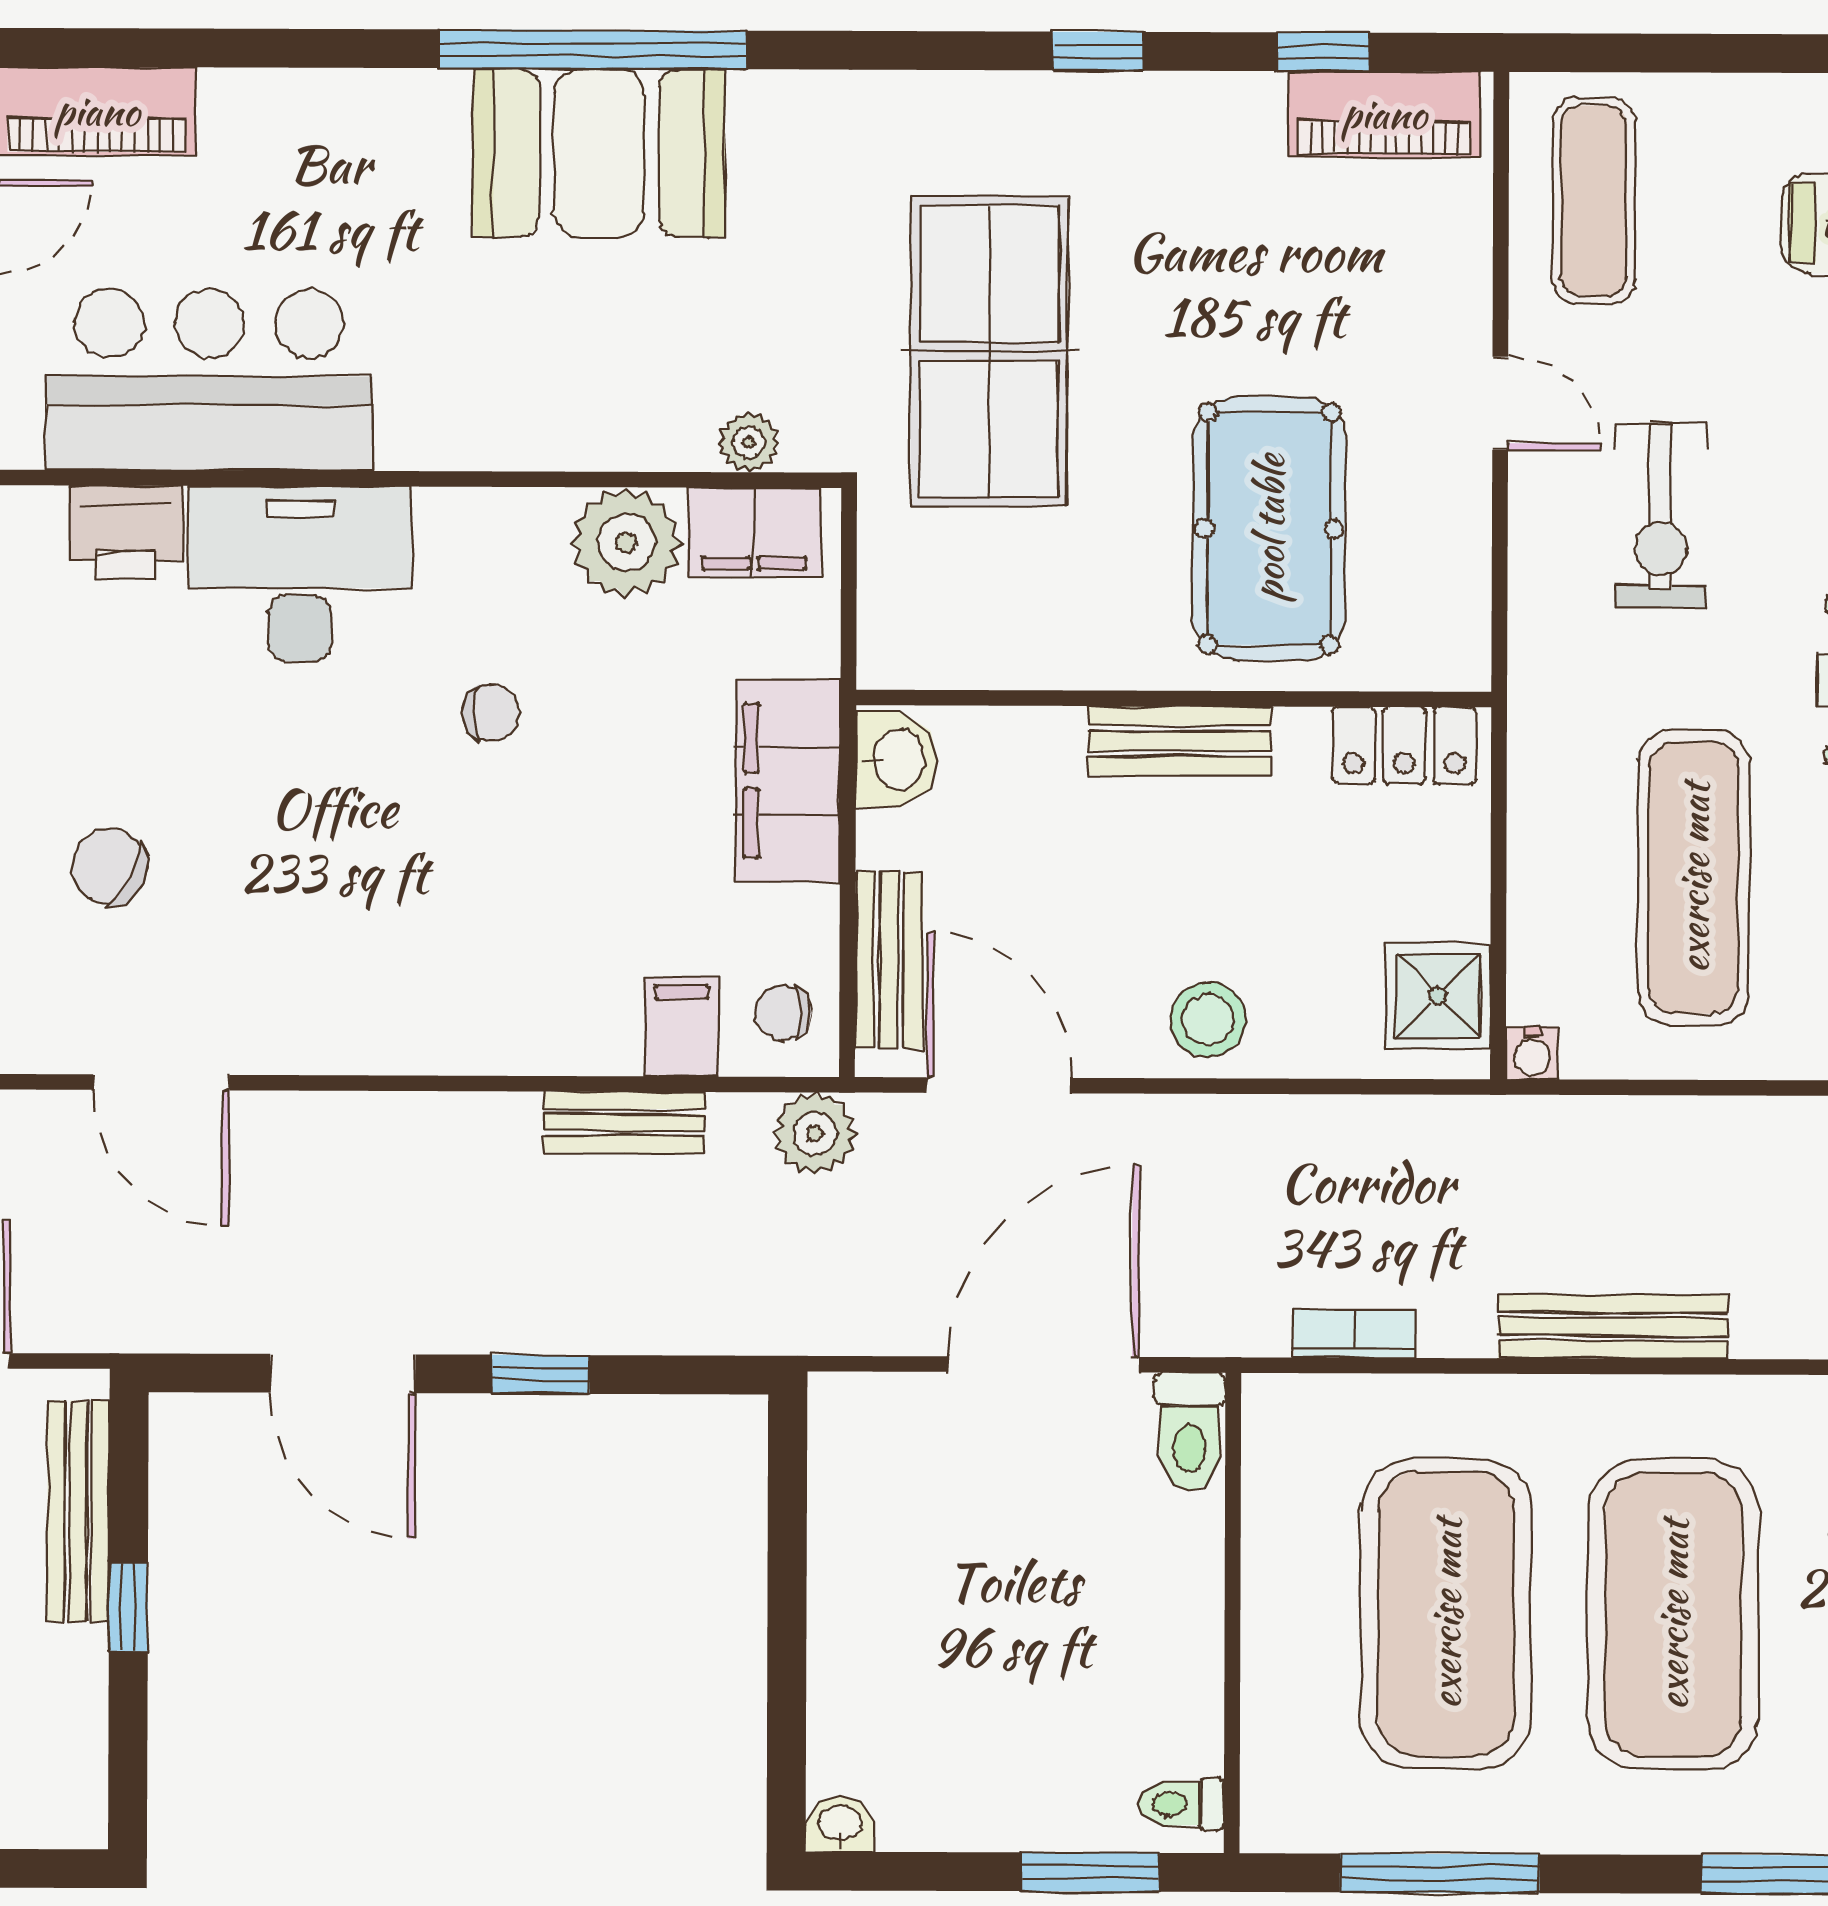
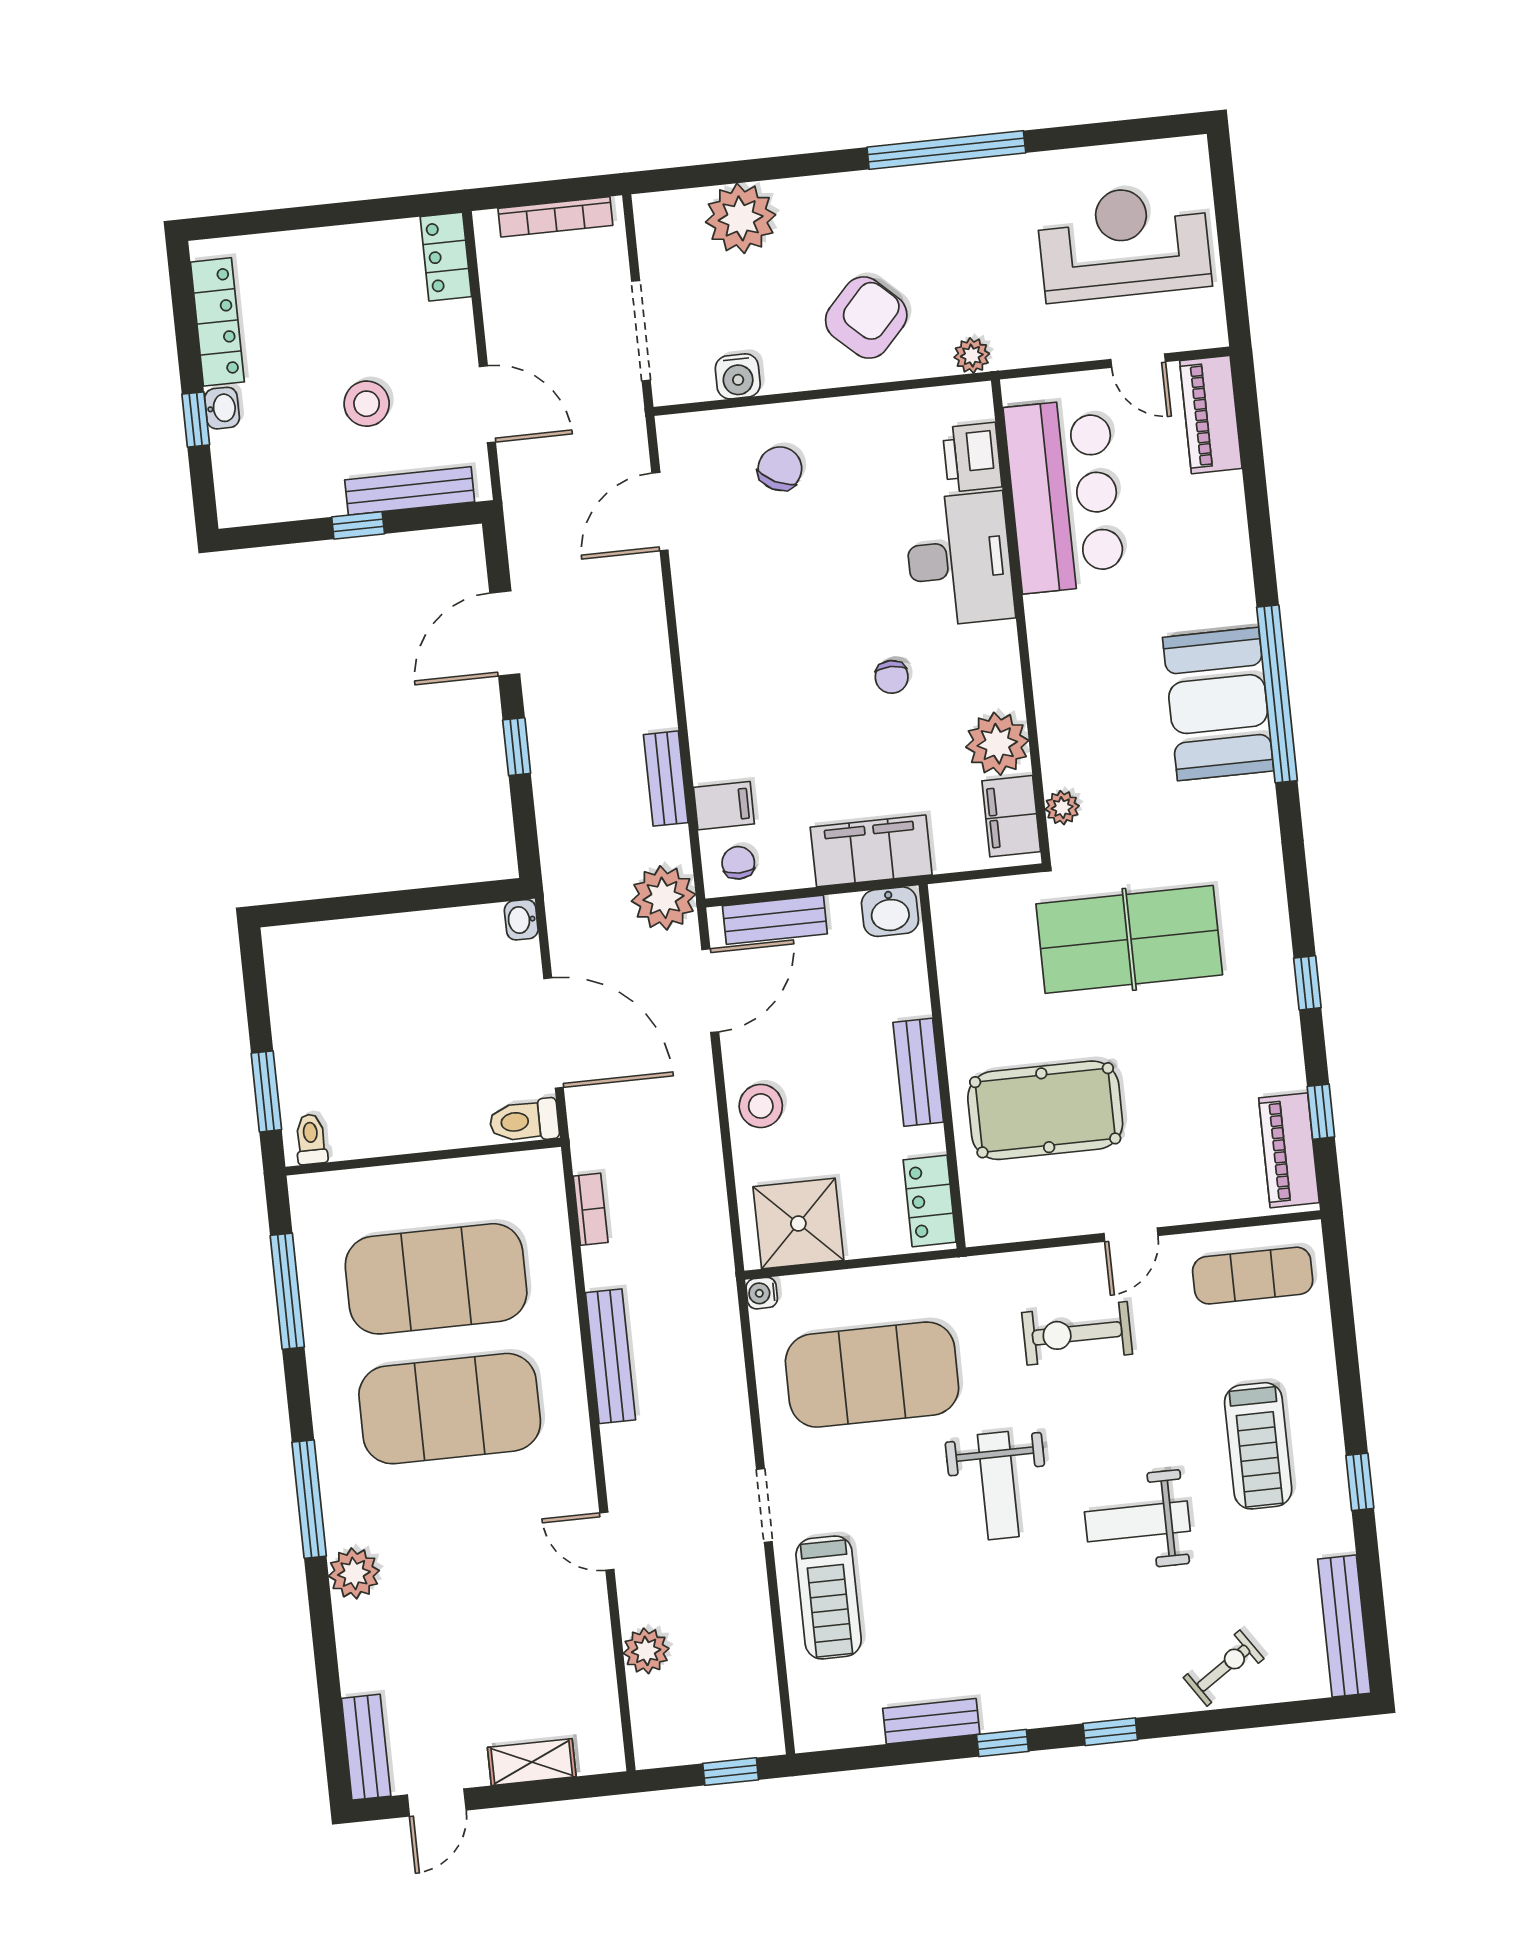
exercise mat: (1694, 878) -> (872, 1375), width x1.47
shower: (1438, 996) -> (798, 1223), width x1.36, depth x1.36
plant: (815, 1134) -> (664, 898), width x1.36, depth x1.36
washbasin: (840, 1824) -> (521, 920), moved, turned 180

